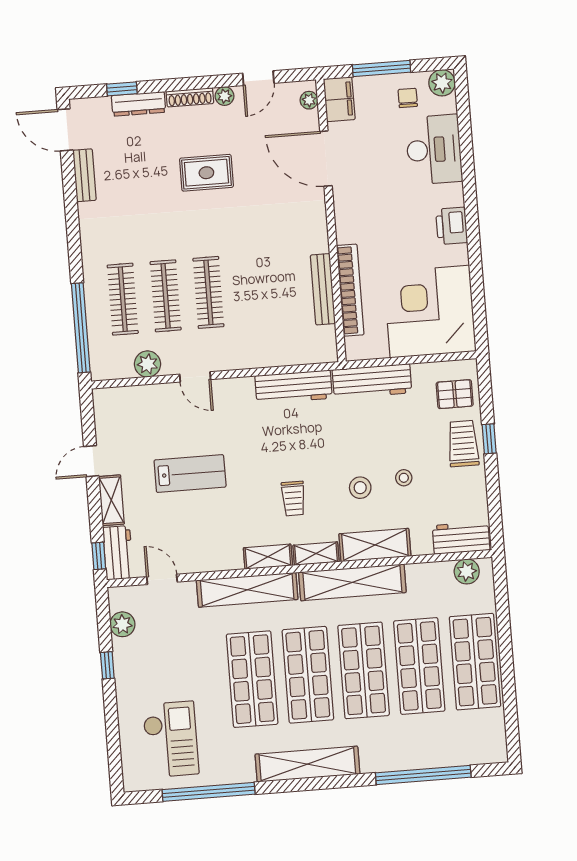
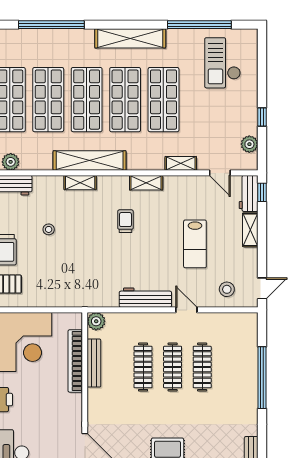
clothes rail: (123, 299) -> (143, 367), moved
window: (81, 328) -> (262, 378), moved
plant: (147, 364) -> (96, 321), moved
workbench: (372, 381) -> (65, 297), removed
workbench: (294, 387) -> (145, 298), moved
door: (91, 461) -> (262, 288), moved
lab bench: (190, 474) -> (195, 244), turned -90
stool: (360, 488) -> (227, 289), moved
shelving: (375, 545) -> (80, 183), width x0.67, depth x0.75
shelving: (316, 554) -> (113, 182), removed
shelving: (247, 590) -> (181, 163), width x0.45, depth x0.75

